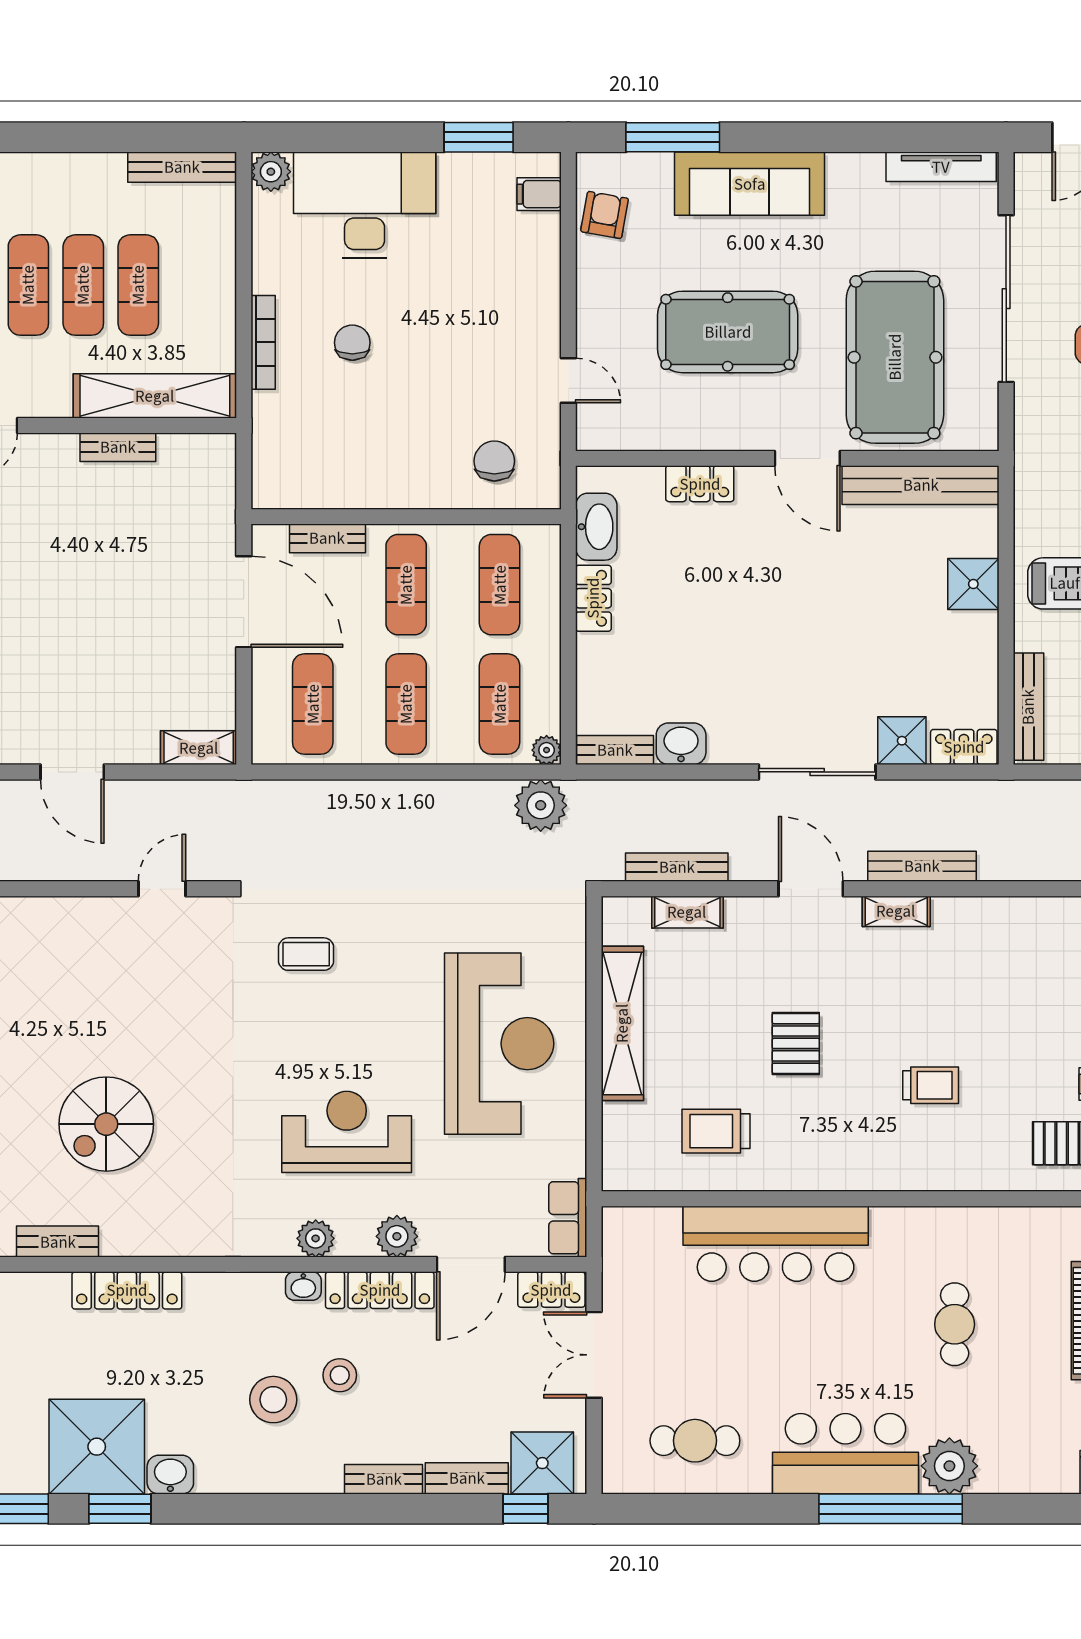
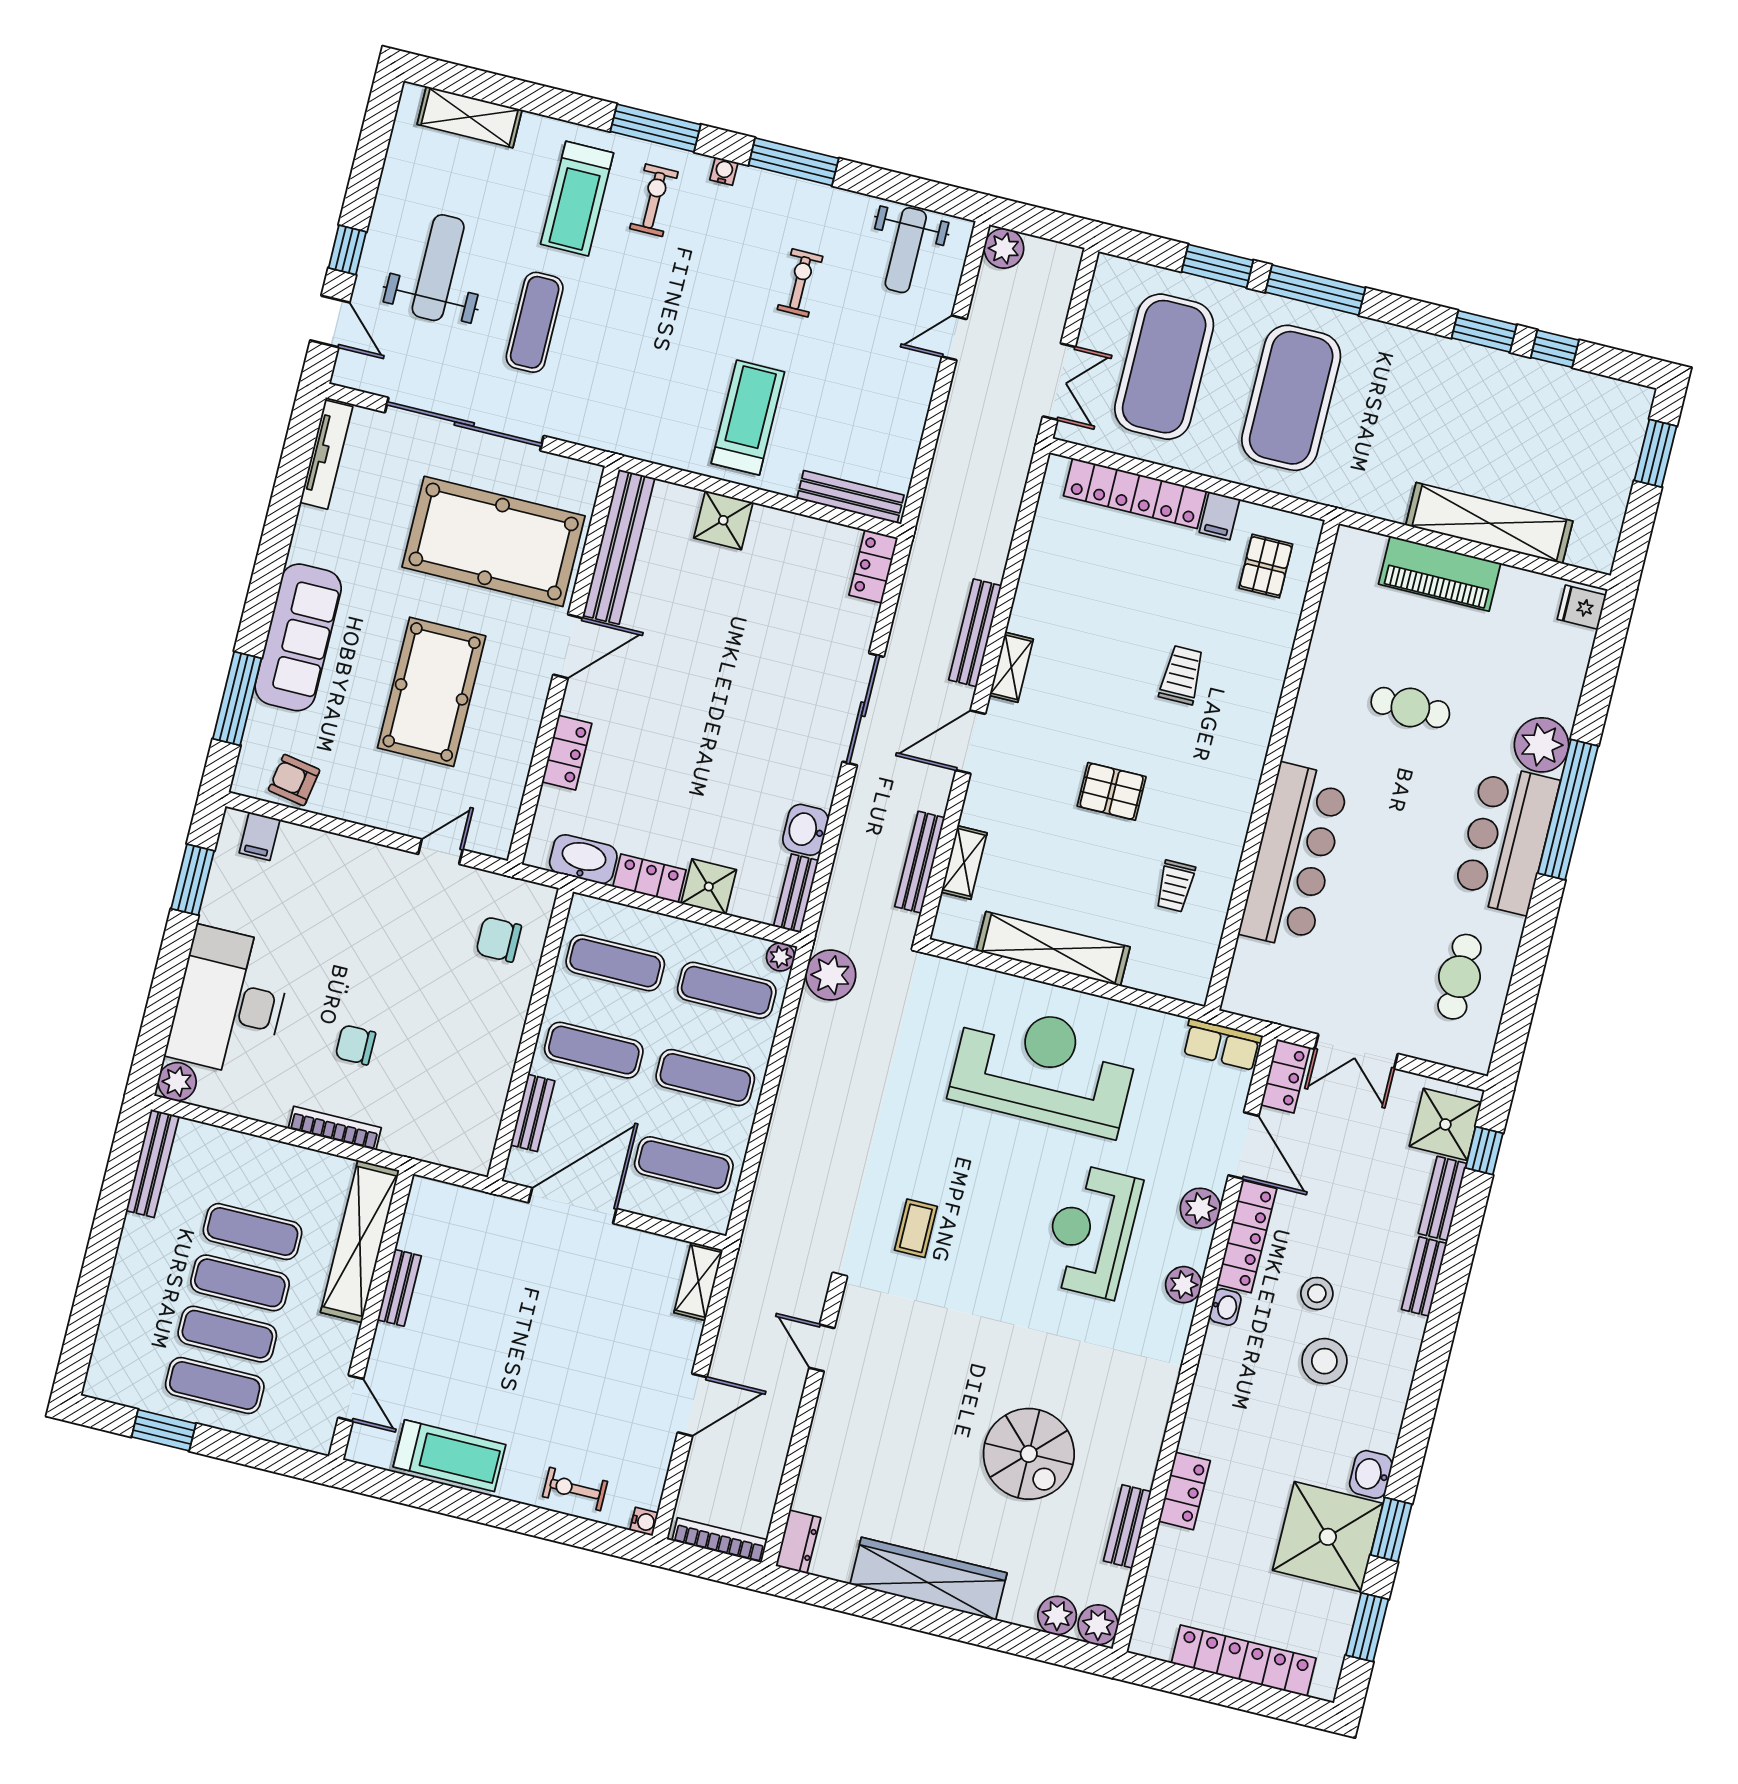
shower: (902, 741) -> (709, 887), moved
trolley: (716, 1131) -> (1175, 886), width x0.73, depth x0.72
locker: (127, 1290) -> (1184, 1491), width x0.66

